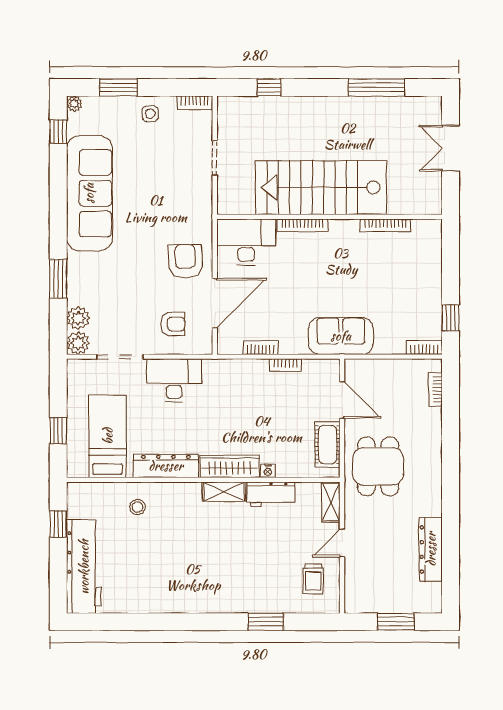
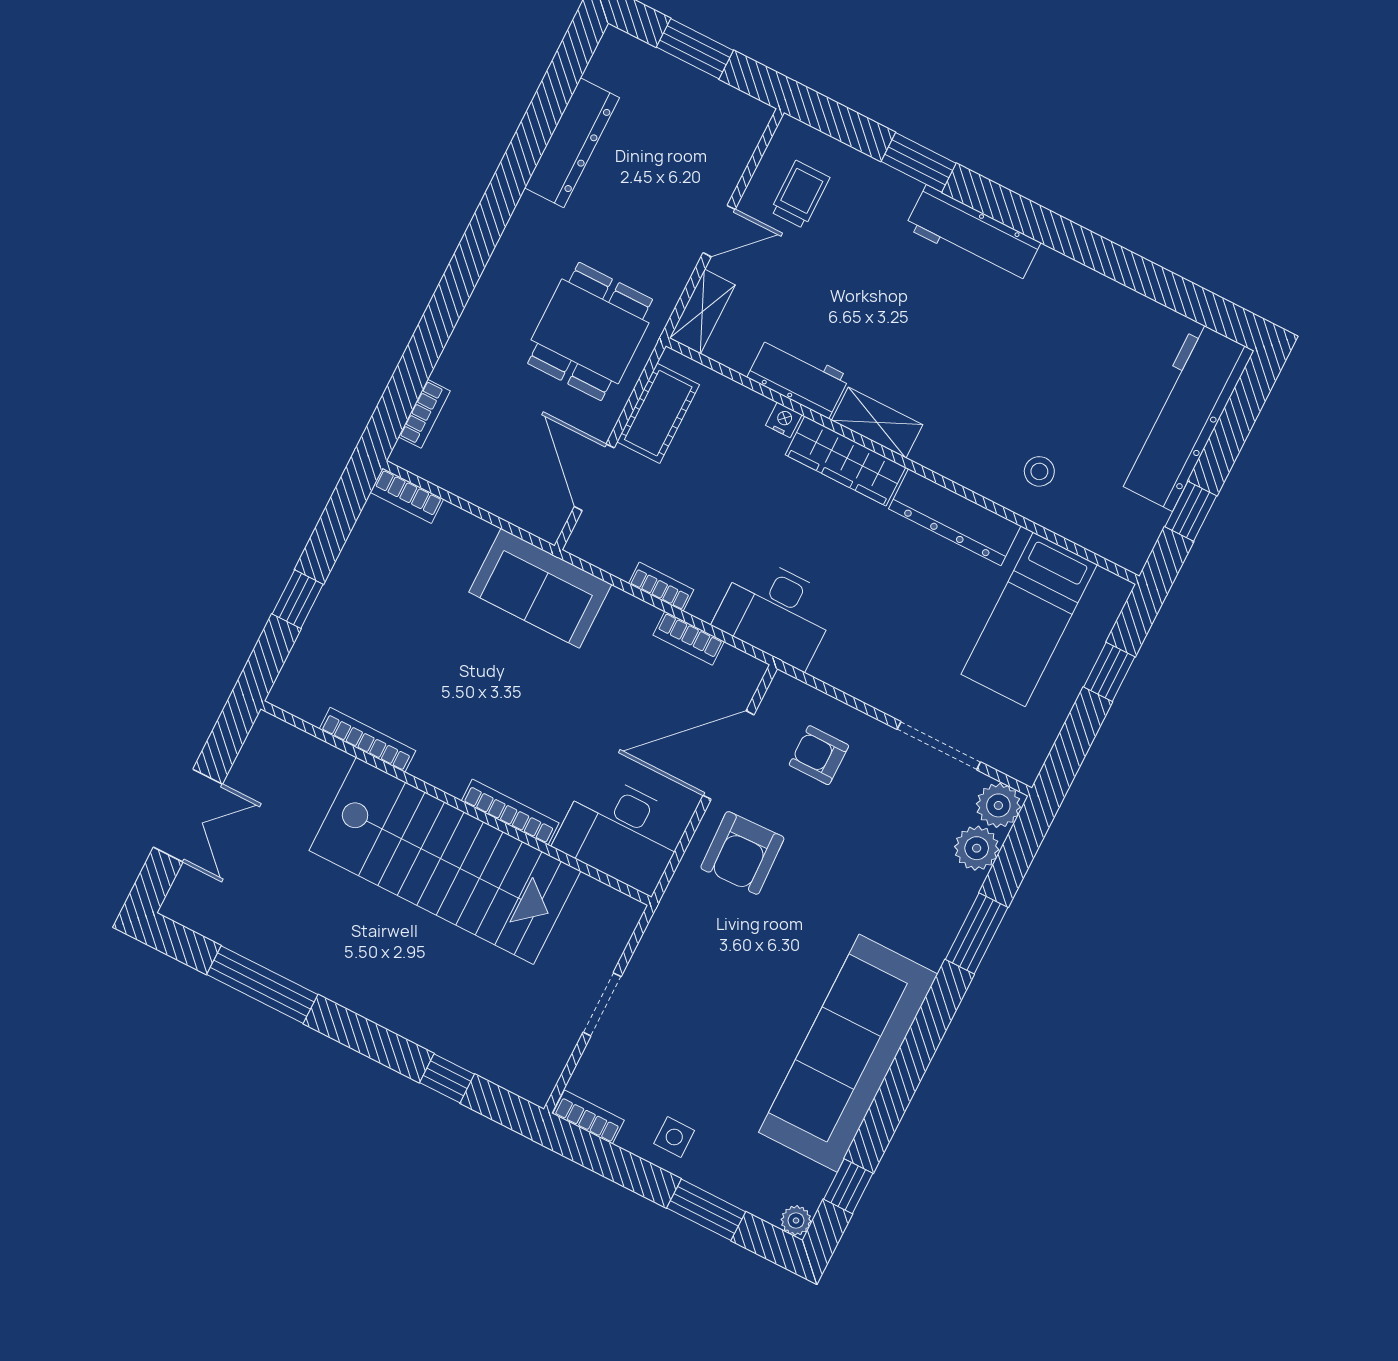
window: (451, 318) -> (298, 599), moved
desk: (174, 380) -> (776, 612), moved
workbench: (224, 601) -> (973, 235), added

